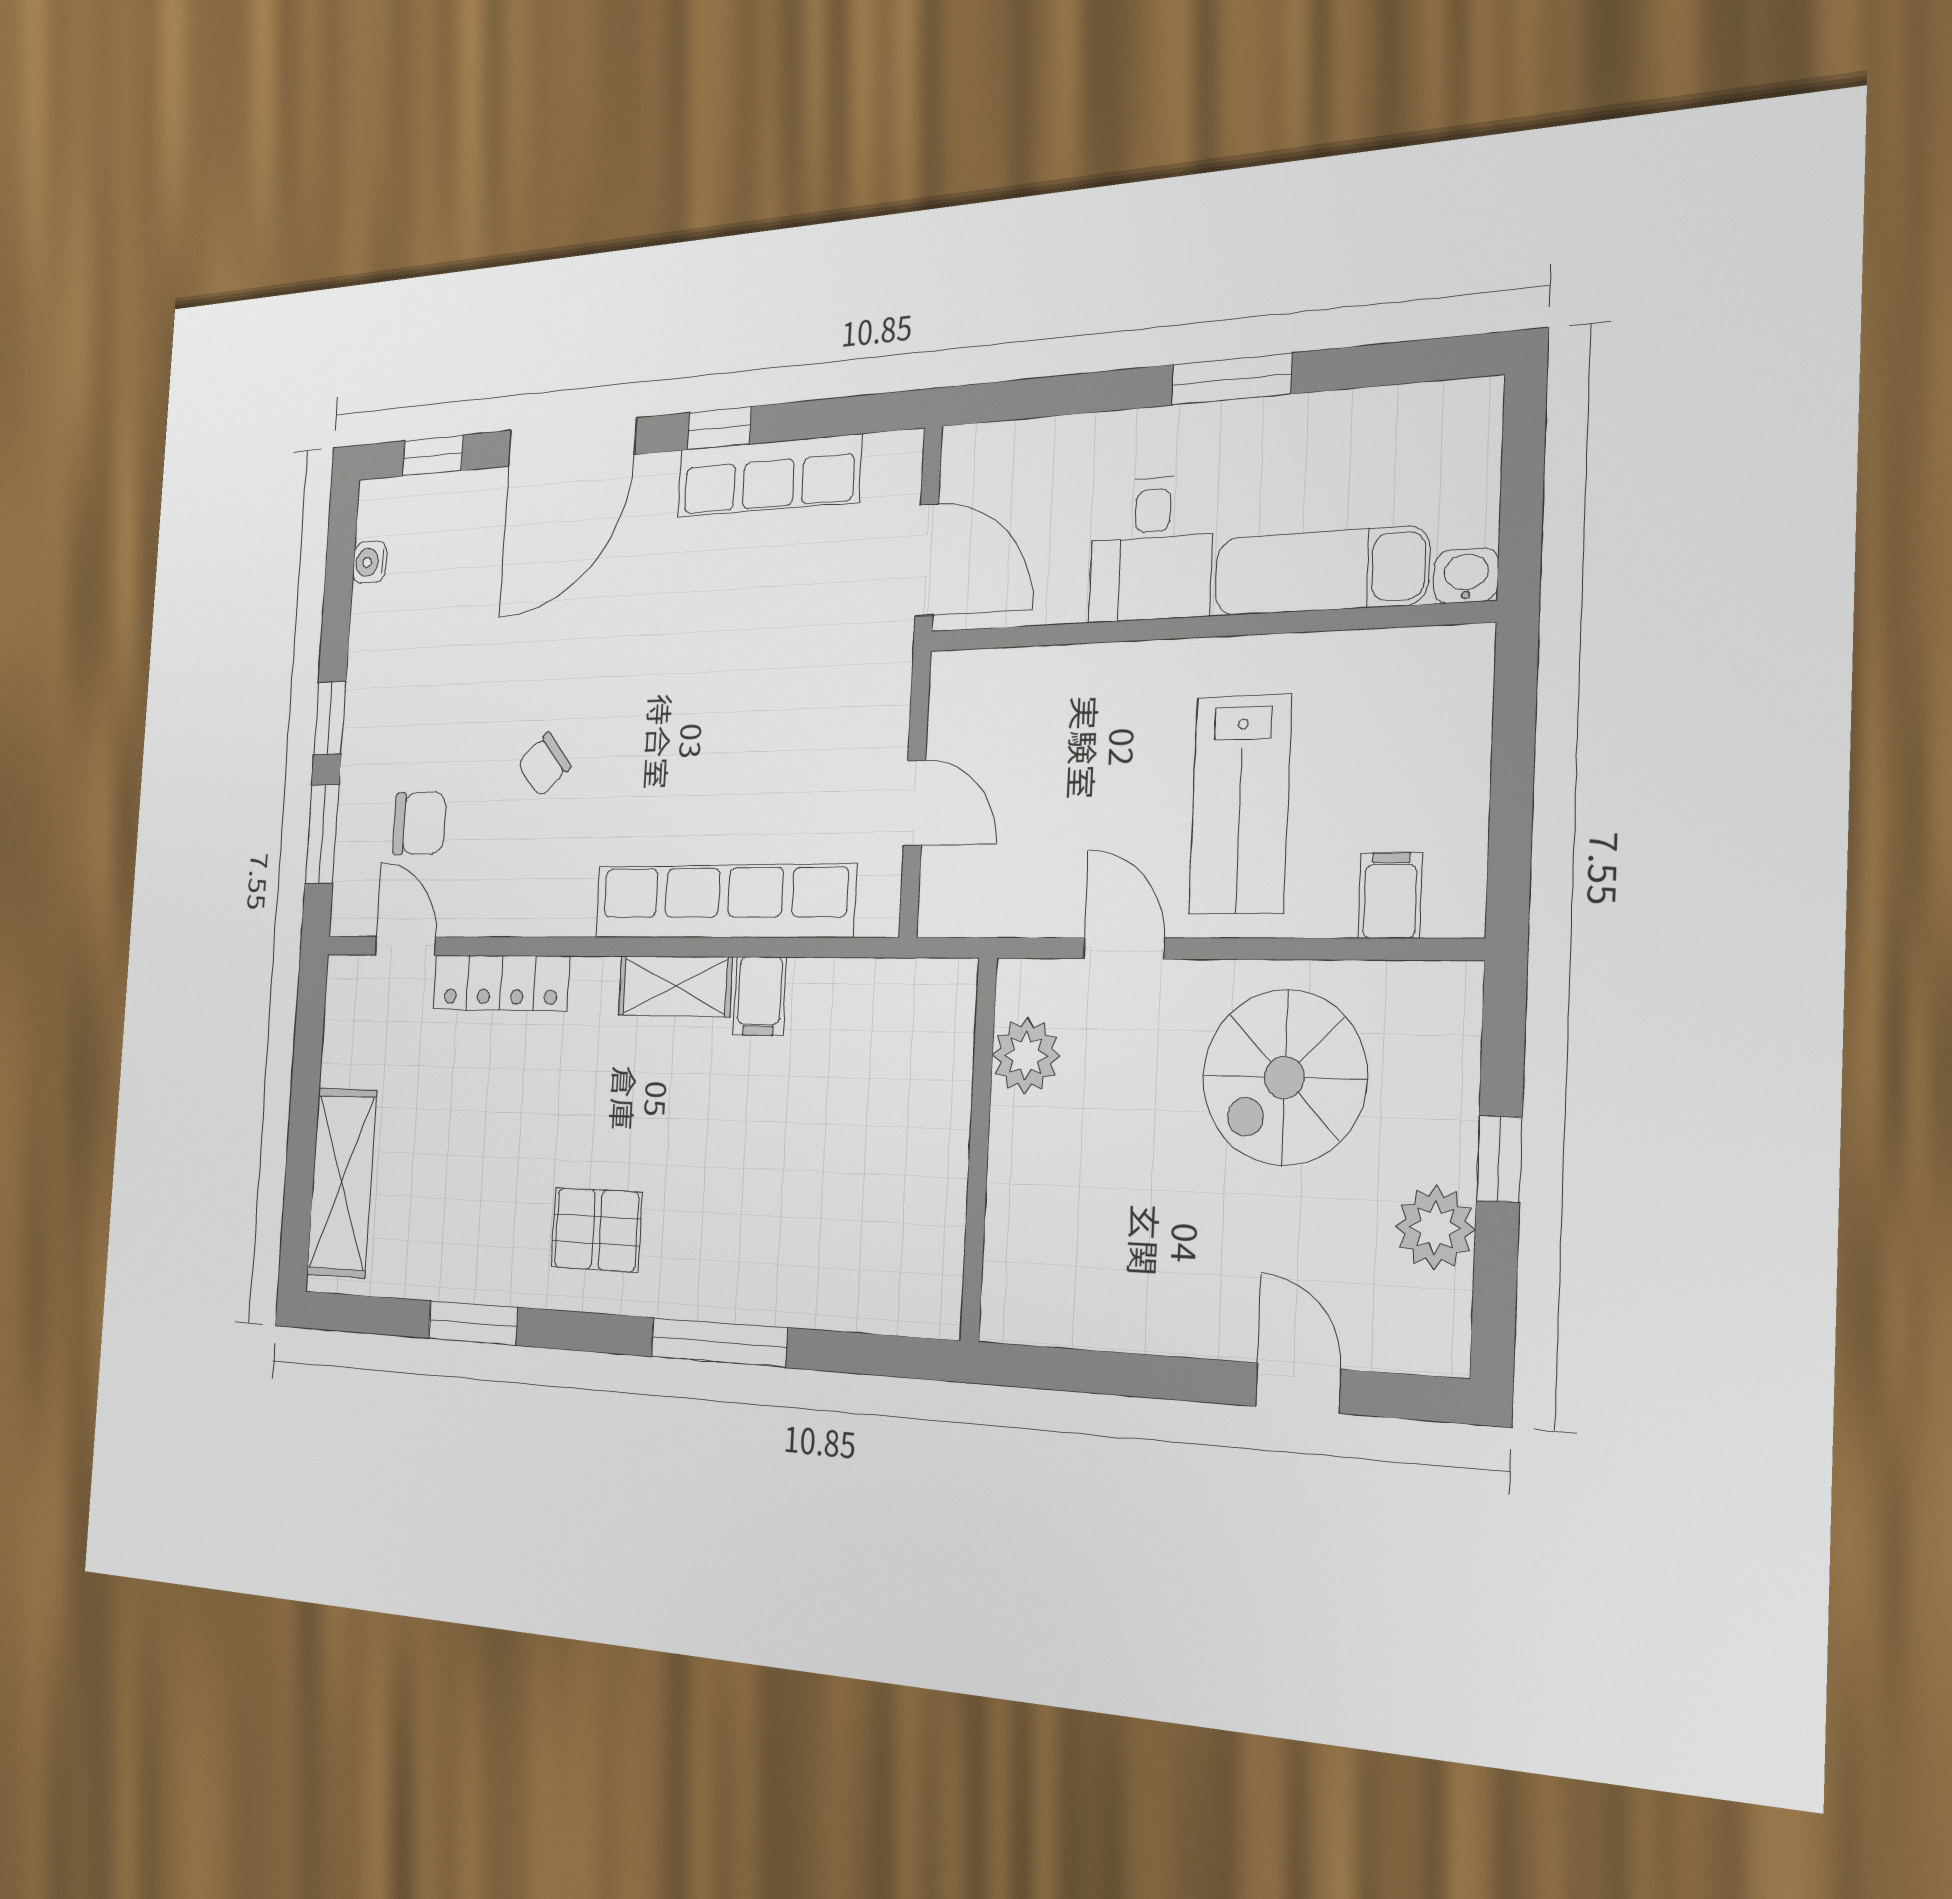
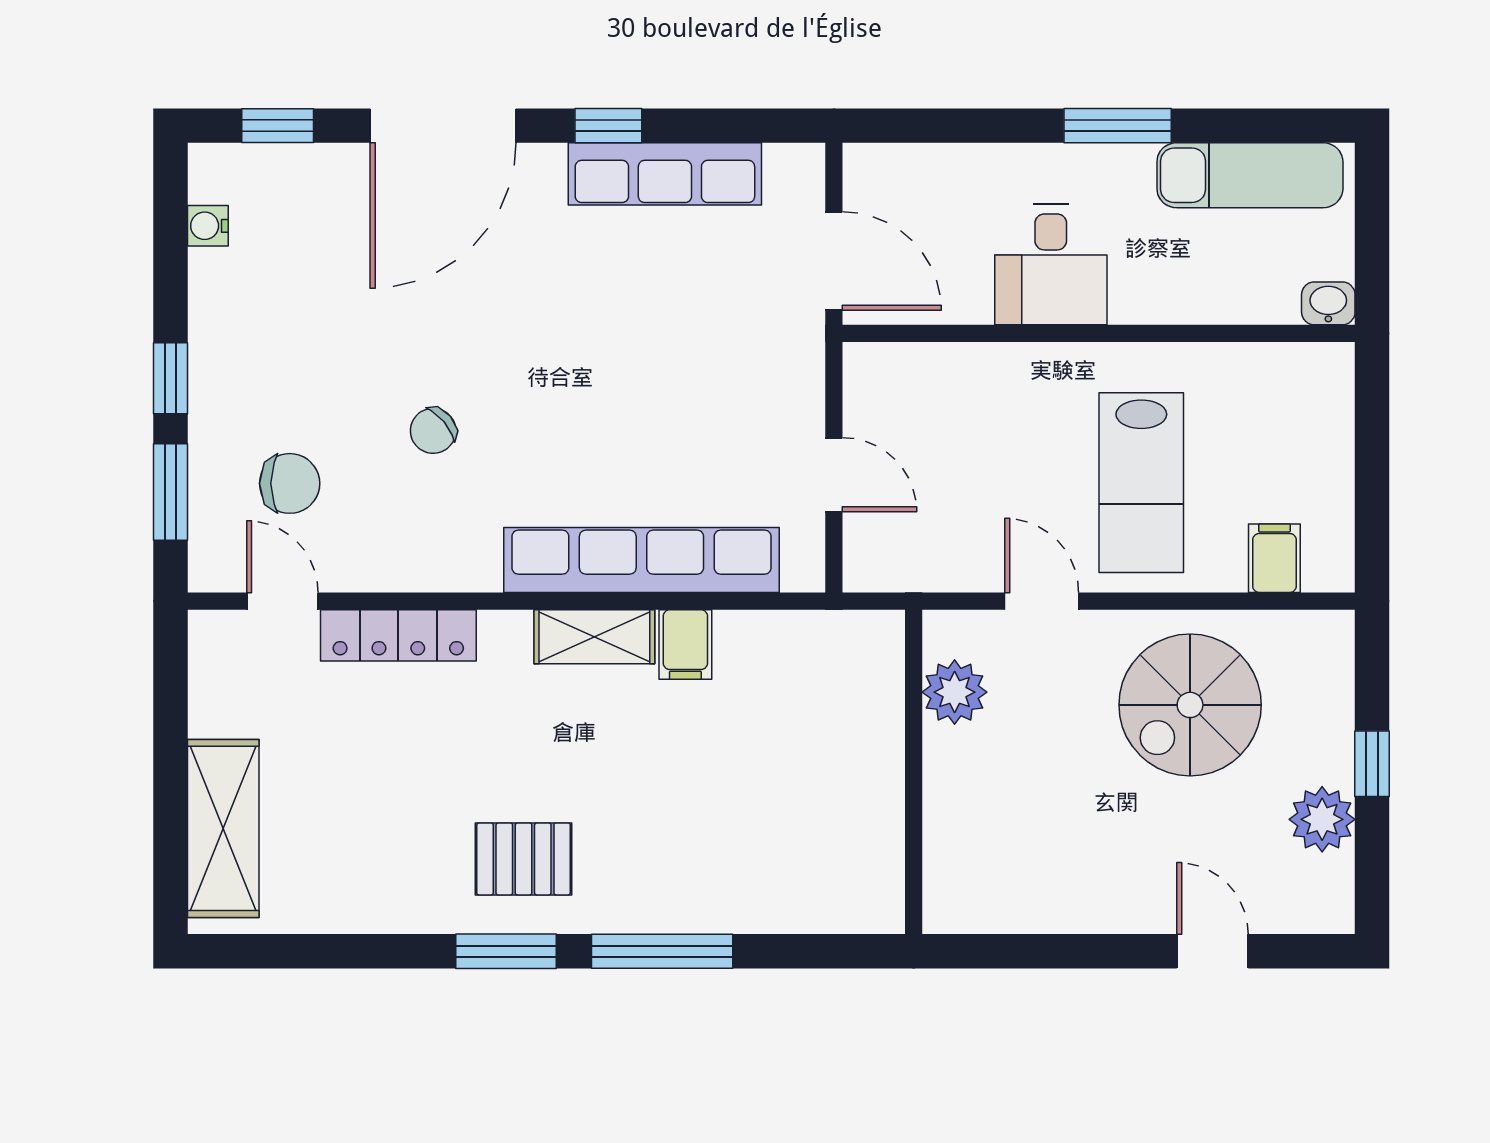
exam couch: (1321, 571) -> (1250, 175), moved, turned 180
window: (473, 1323) -> (506, 951), moved

